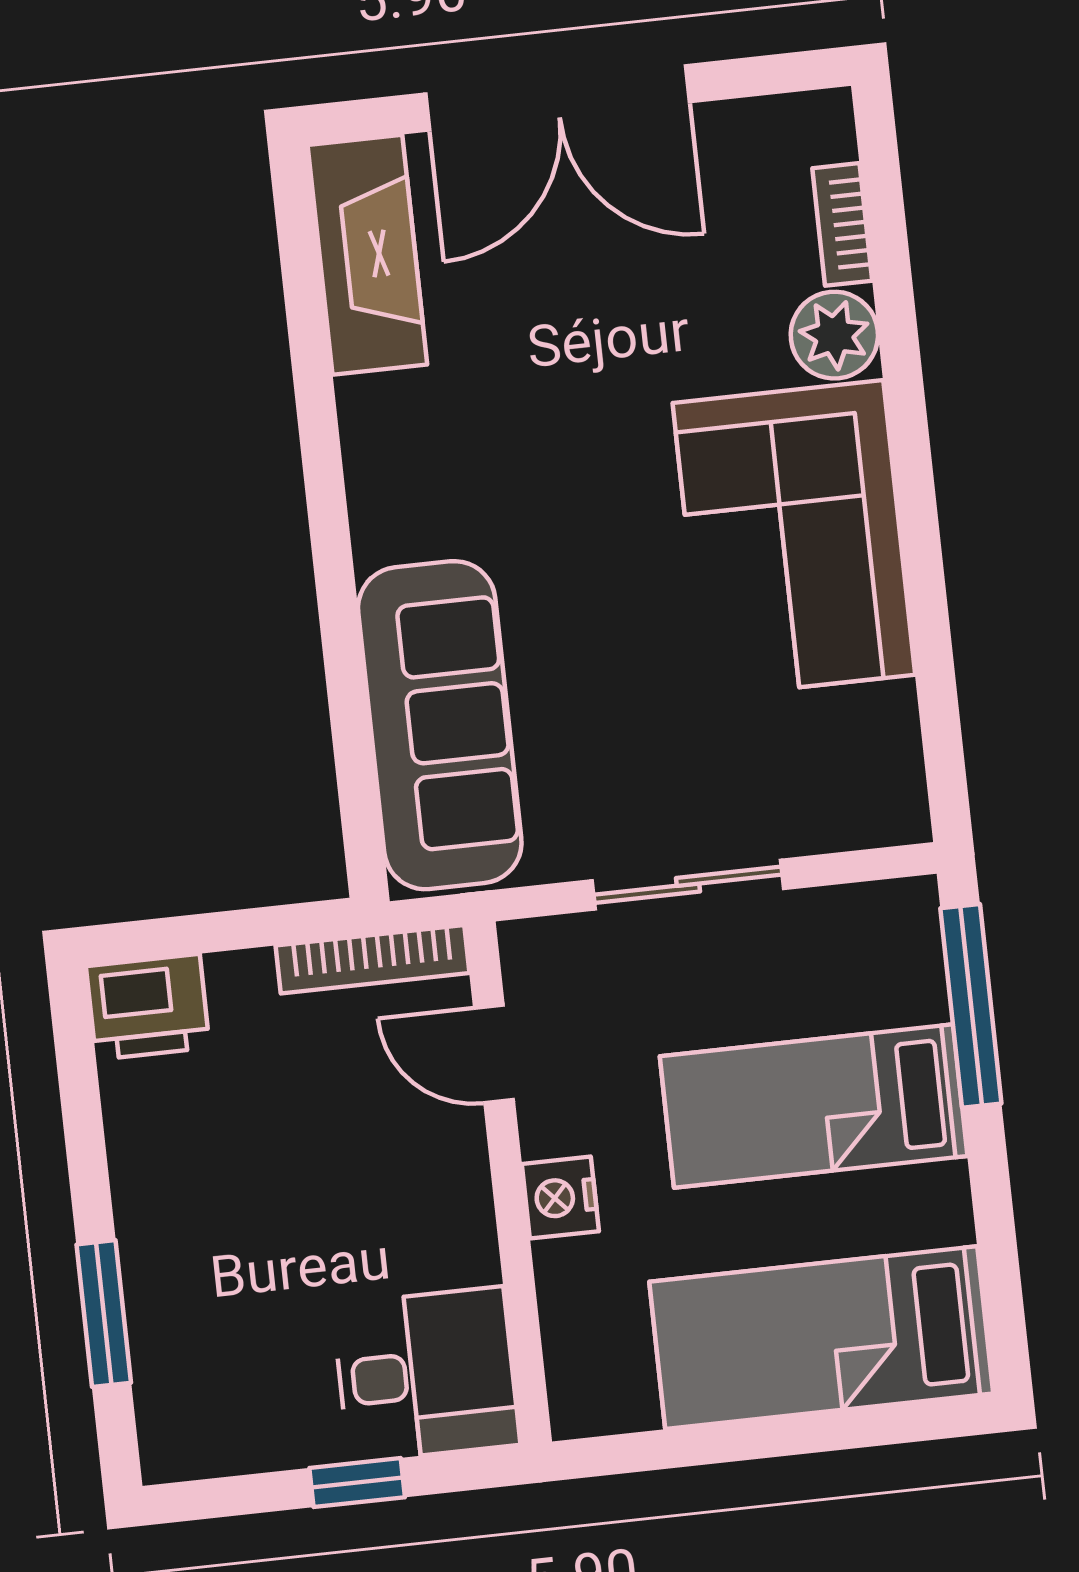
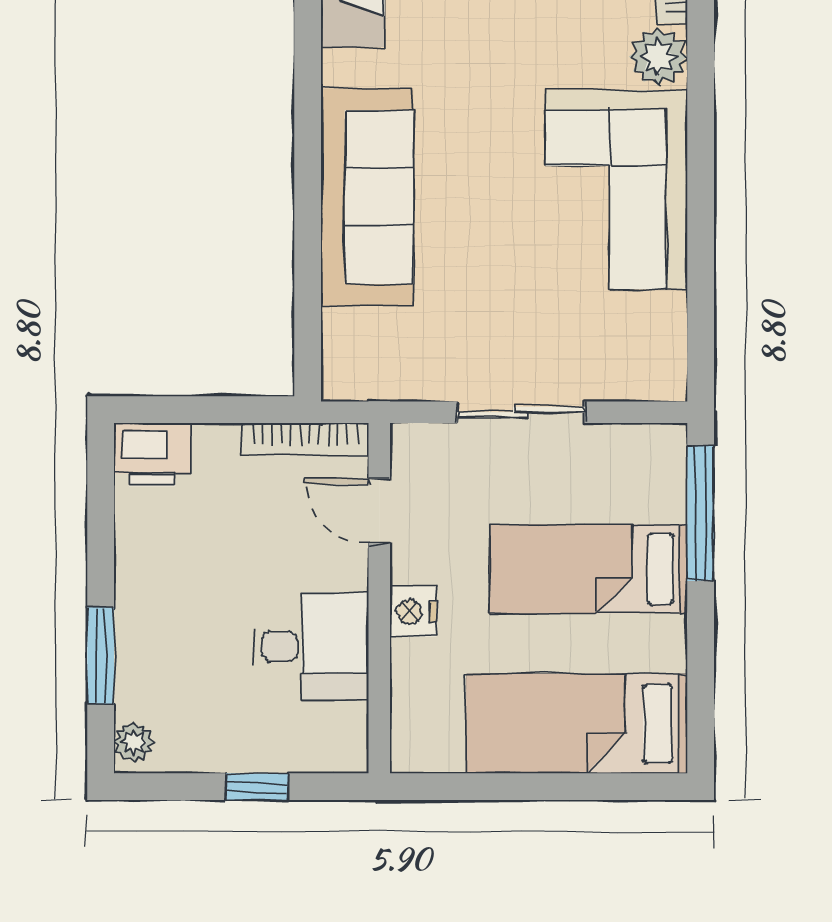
sofa: (440, 725) -> (367, 197), moved
desk: (426, 1375) -> (311, 646), moved
plant: (167, 1436) -> (134, 742), added

